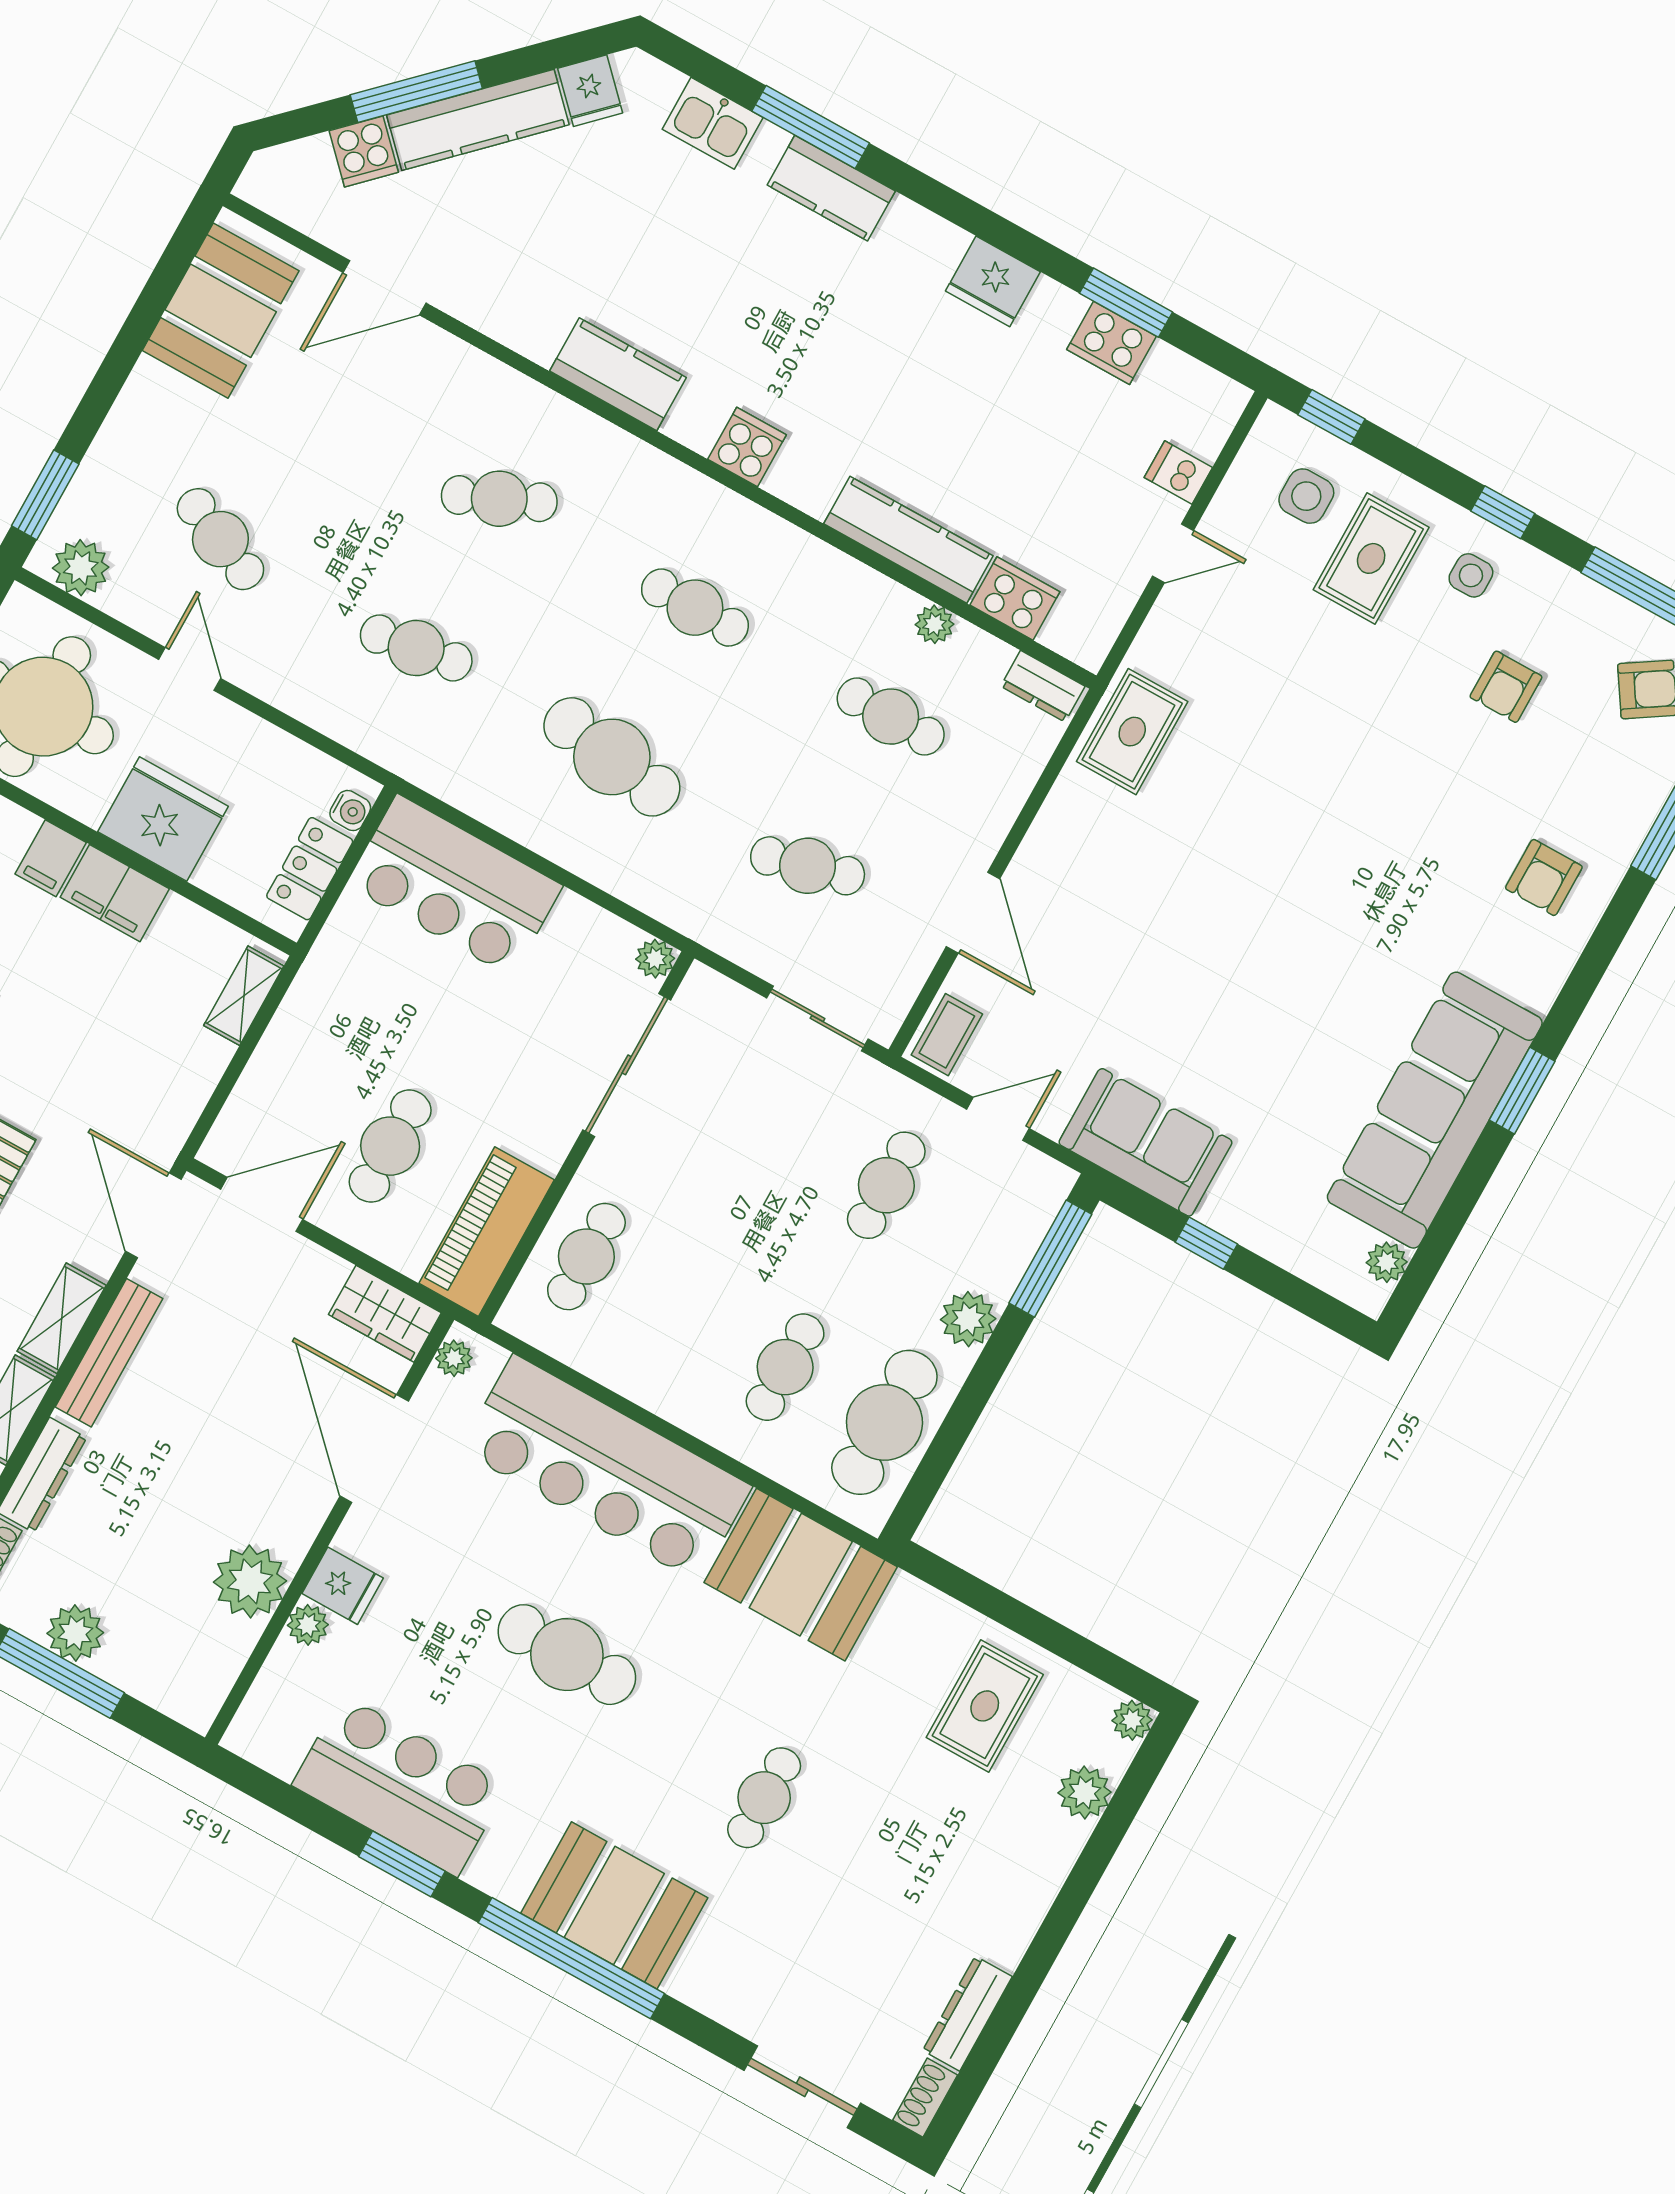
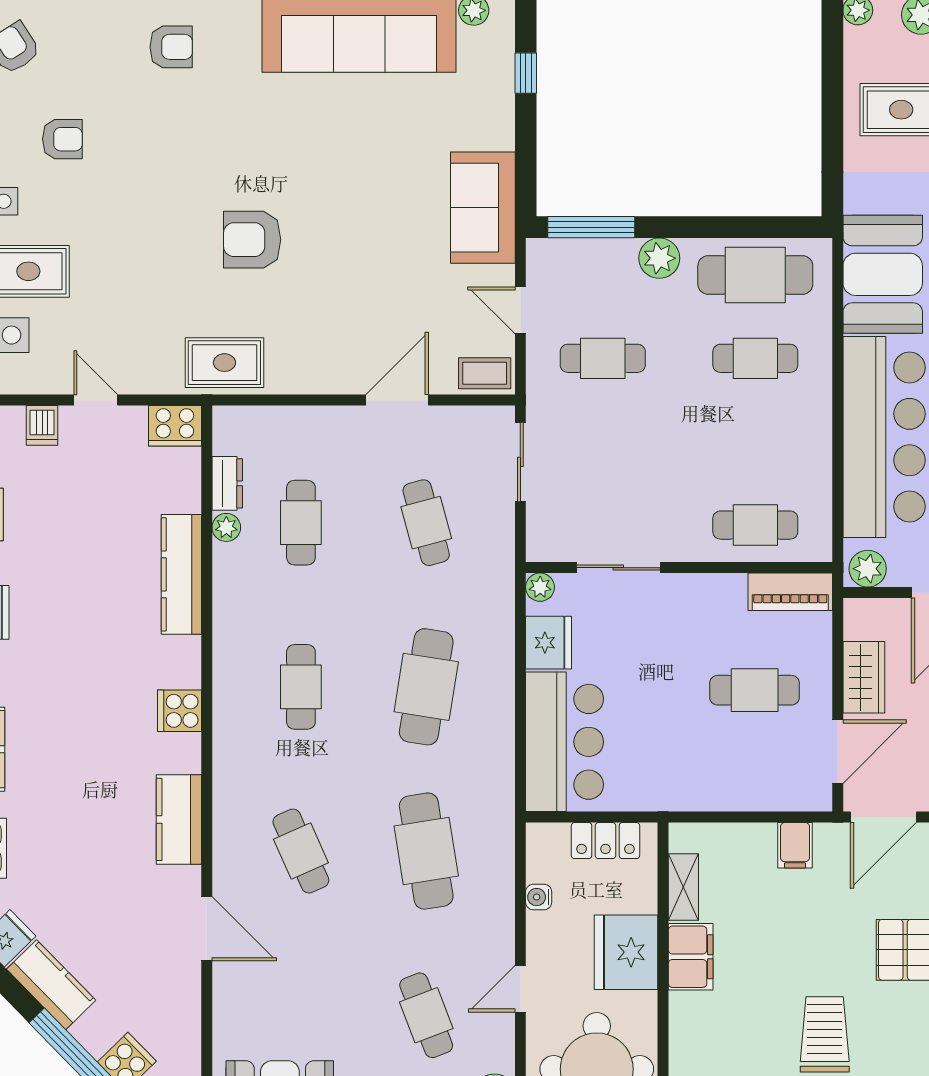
kitchen counter: (478, 120) -> (51, 985), width x0.67
door: (385, 288) -> (207, 929), moved
cafe table: (220, 539) -> (426, 1015), turned -45
cooker: (1015, 598) -> (175, 426), moved, turned -90
cafe table: (416, 648) -> (426, 851), width x1.37, depth x1.35
dresser: (1043, 686) -> (227, 483), moved
water cooler: (350, 811) -> (539, 897), moved, turned -90
armchair: (1260, 846) -> (252, 240), added
filing cabinet: (51, 858) -> (795, 845), moved, turned 90
fridge: (583, 932) -> (549, 643), added
shelving: (244, 996) -> (683, 887), moved, turned 90
sliding door: (627, 1065) -> (618, 568), width x0.73
door: (262, 1204) -> (838, 752), swing flipped
piano: (487, 1232) -> (790, 592), width x0.73, depth x0.75
window: (1206, 1243) -> (526, 73), moved
wardrobe: (385, 1314) -> (864, 677), moved
plant: (454, 1358) -> (868, 569), width x1.38, depth x1.38

